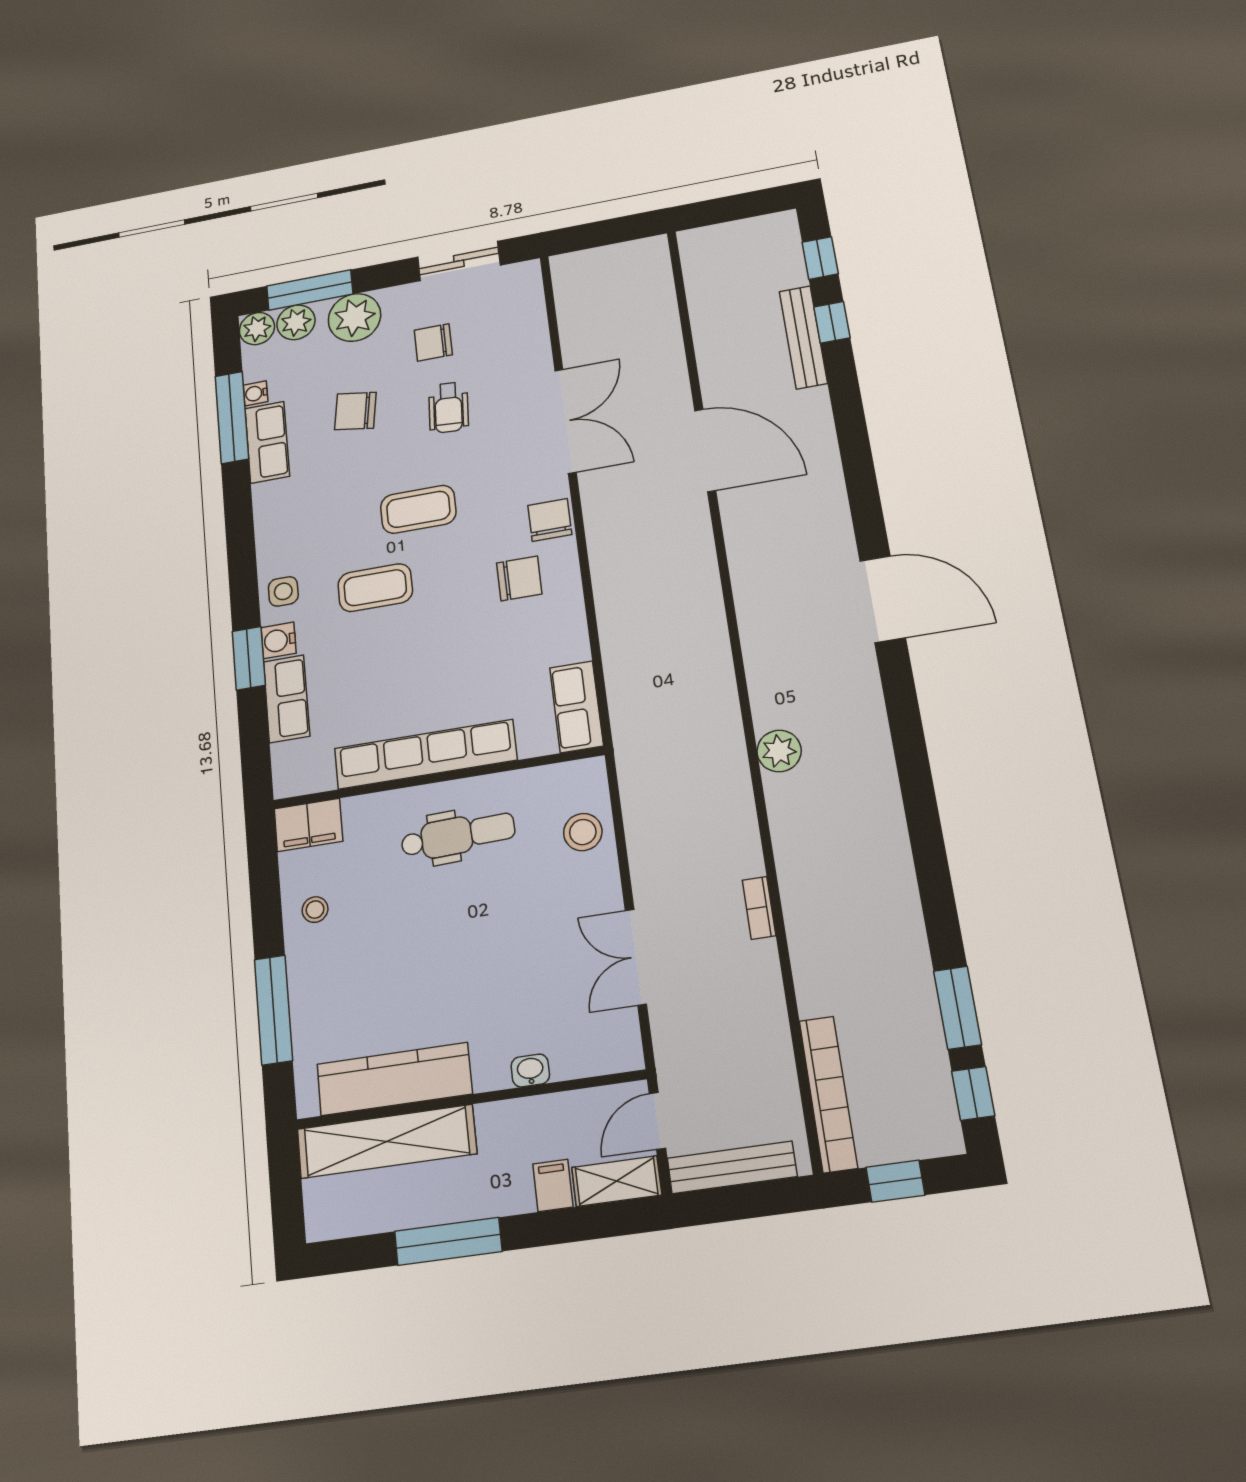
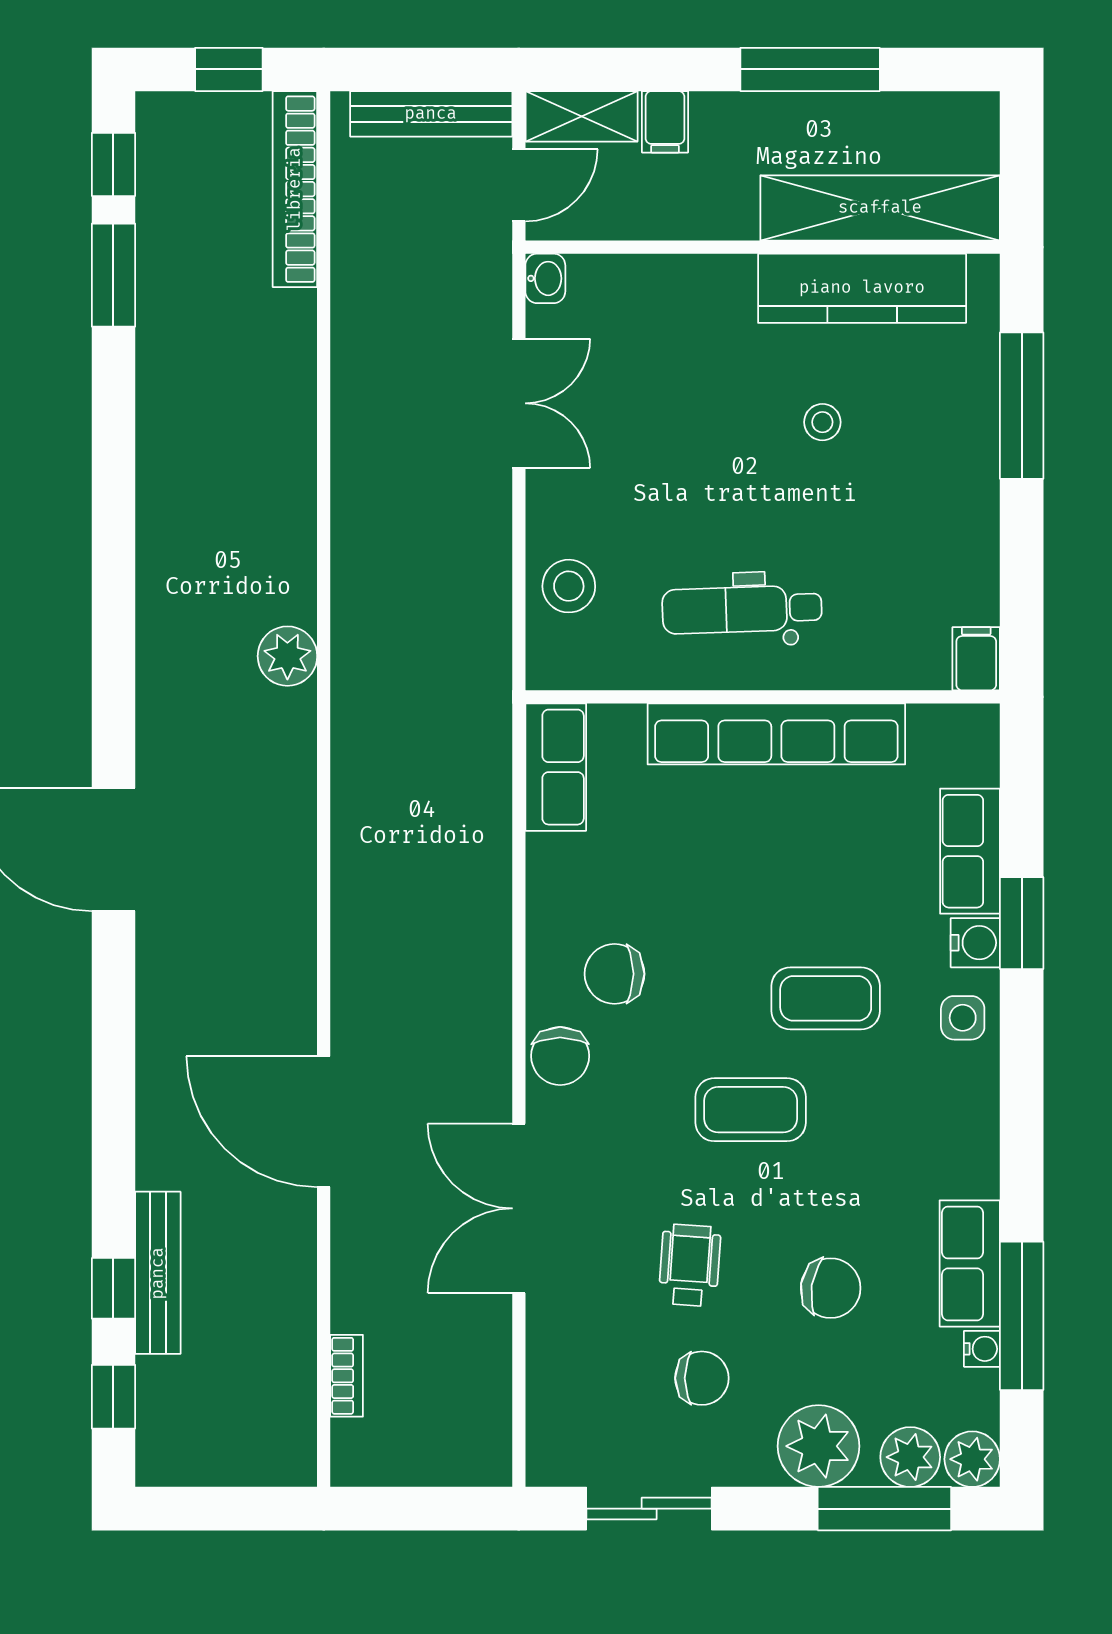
filing cabinet: (308, 825) -> (976, 659), width x0.50
bookcase: (759, 908) -> (347, 1376), moved
stool: (315, 910) -> (822, 422), moved
washbasin: (530, 1070) -> (545, 278), moved, turned -90

